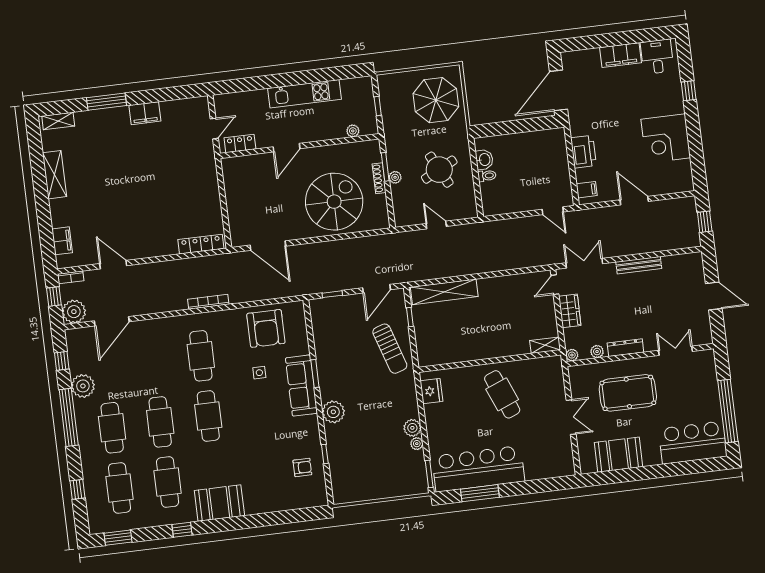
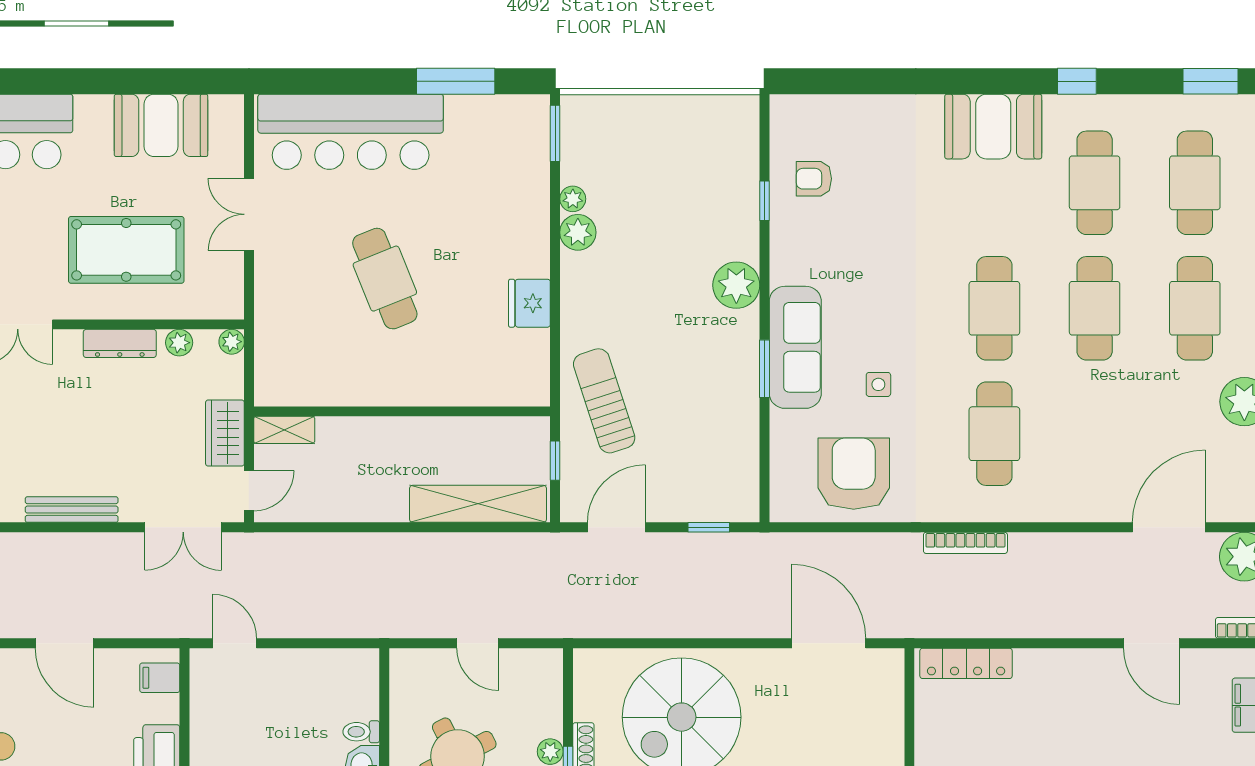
shelving: (545, 345) -> (284, 430), moved
wall: (490, 361) -> (402, 411), moved
bar counter: (478, 469) -> (351, 132), moved

